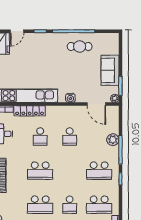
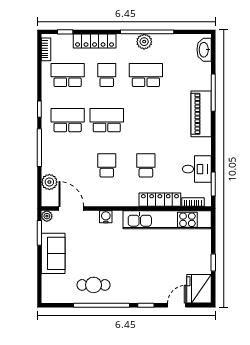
plant: (113, 140) -> (49, 182), moved
school desk: (40, 171) -> (107, 120), moved

